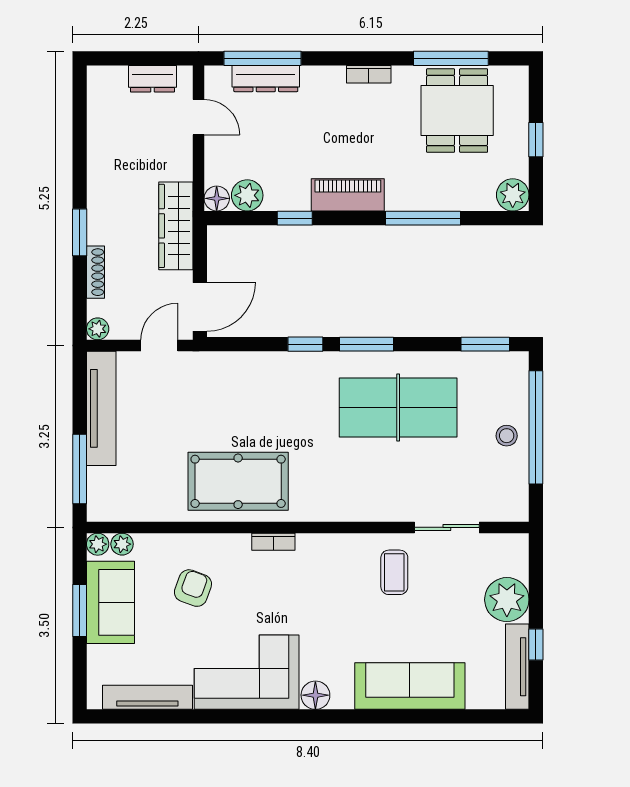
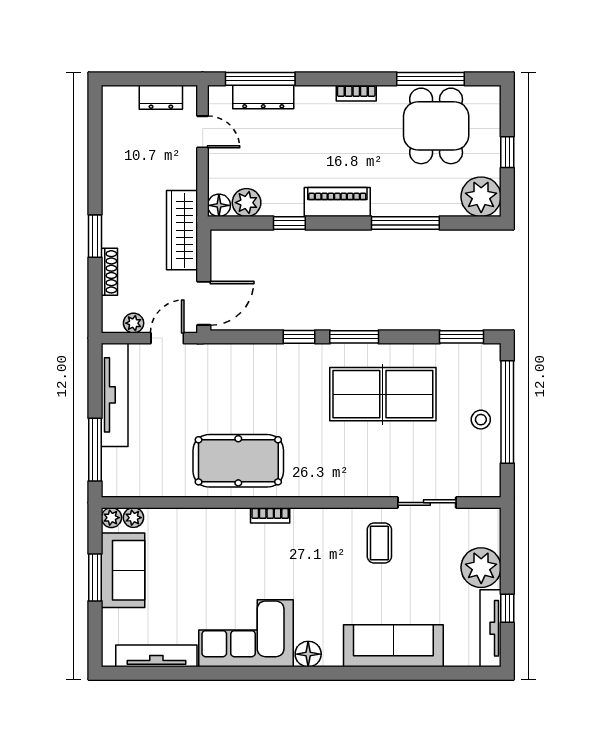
plant: (513, 195) -> (481, 197), width x1.36, depth x1.36
plant: (98, 329) -> (134, 323), moved
armchair: (193, 588) -> (198, 557), removed

